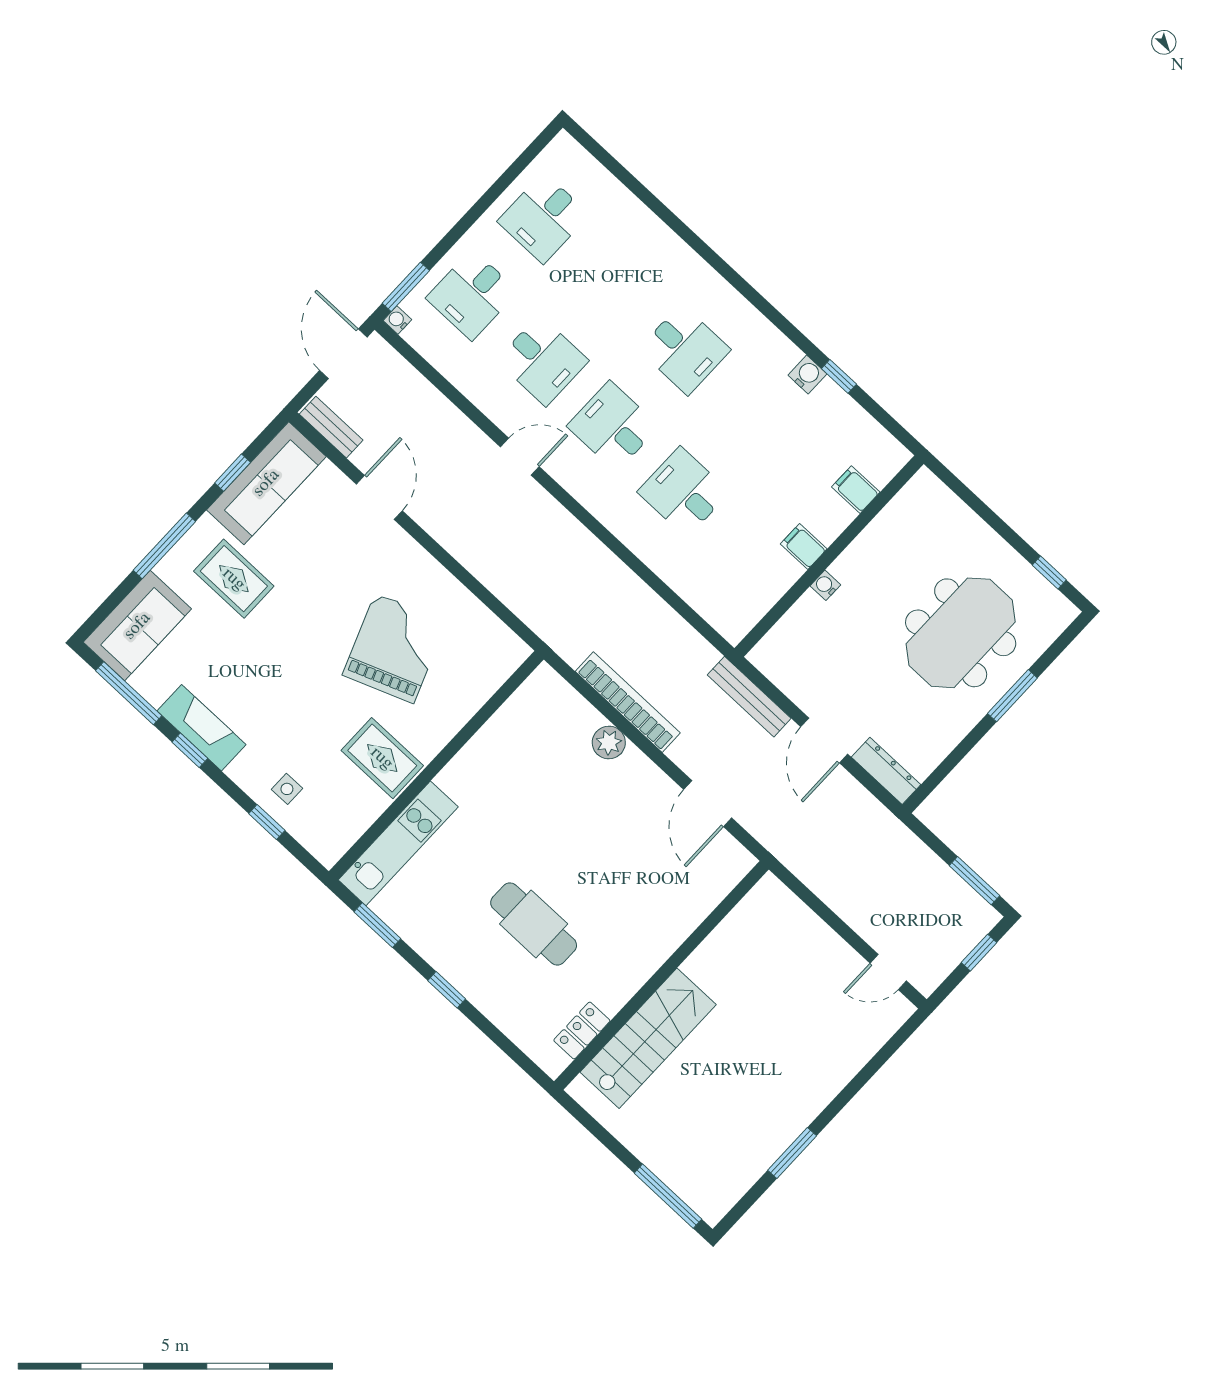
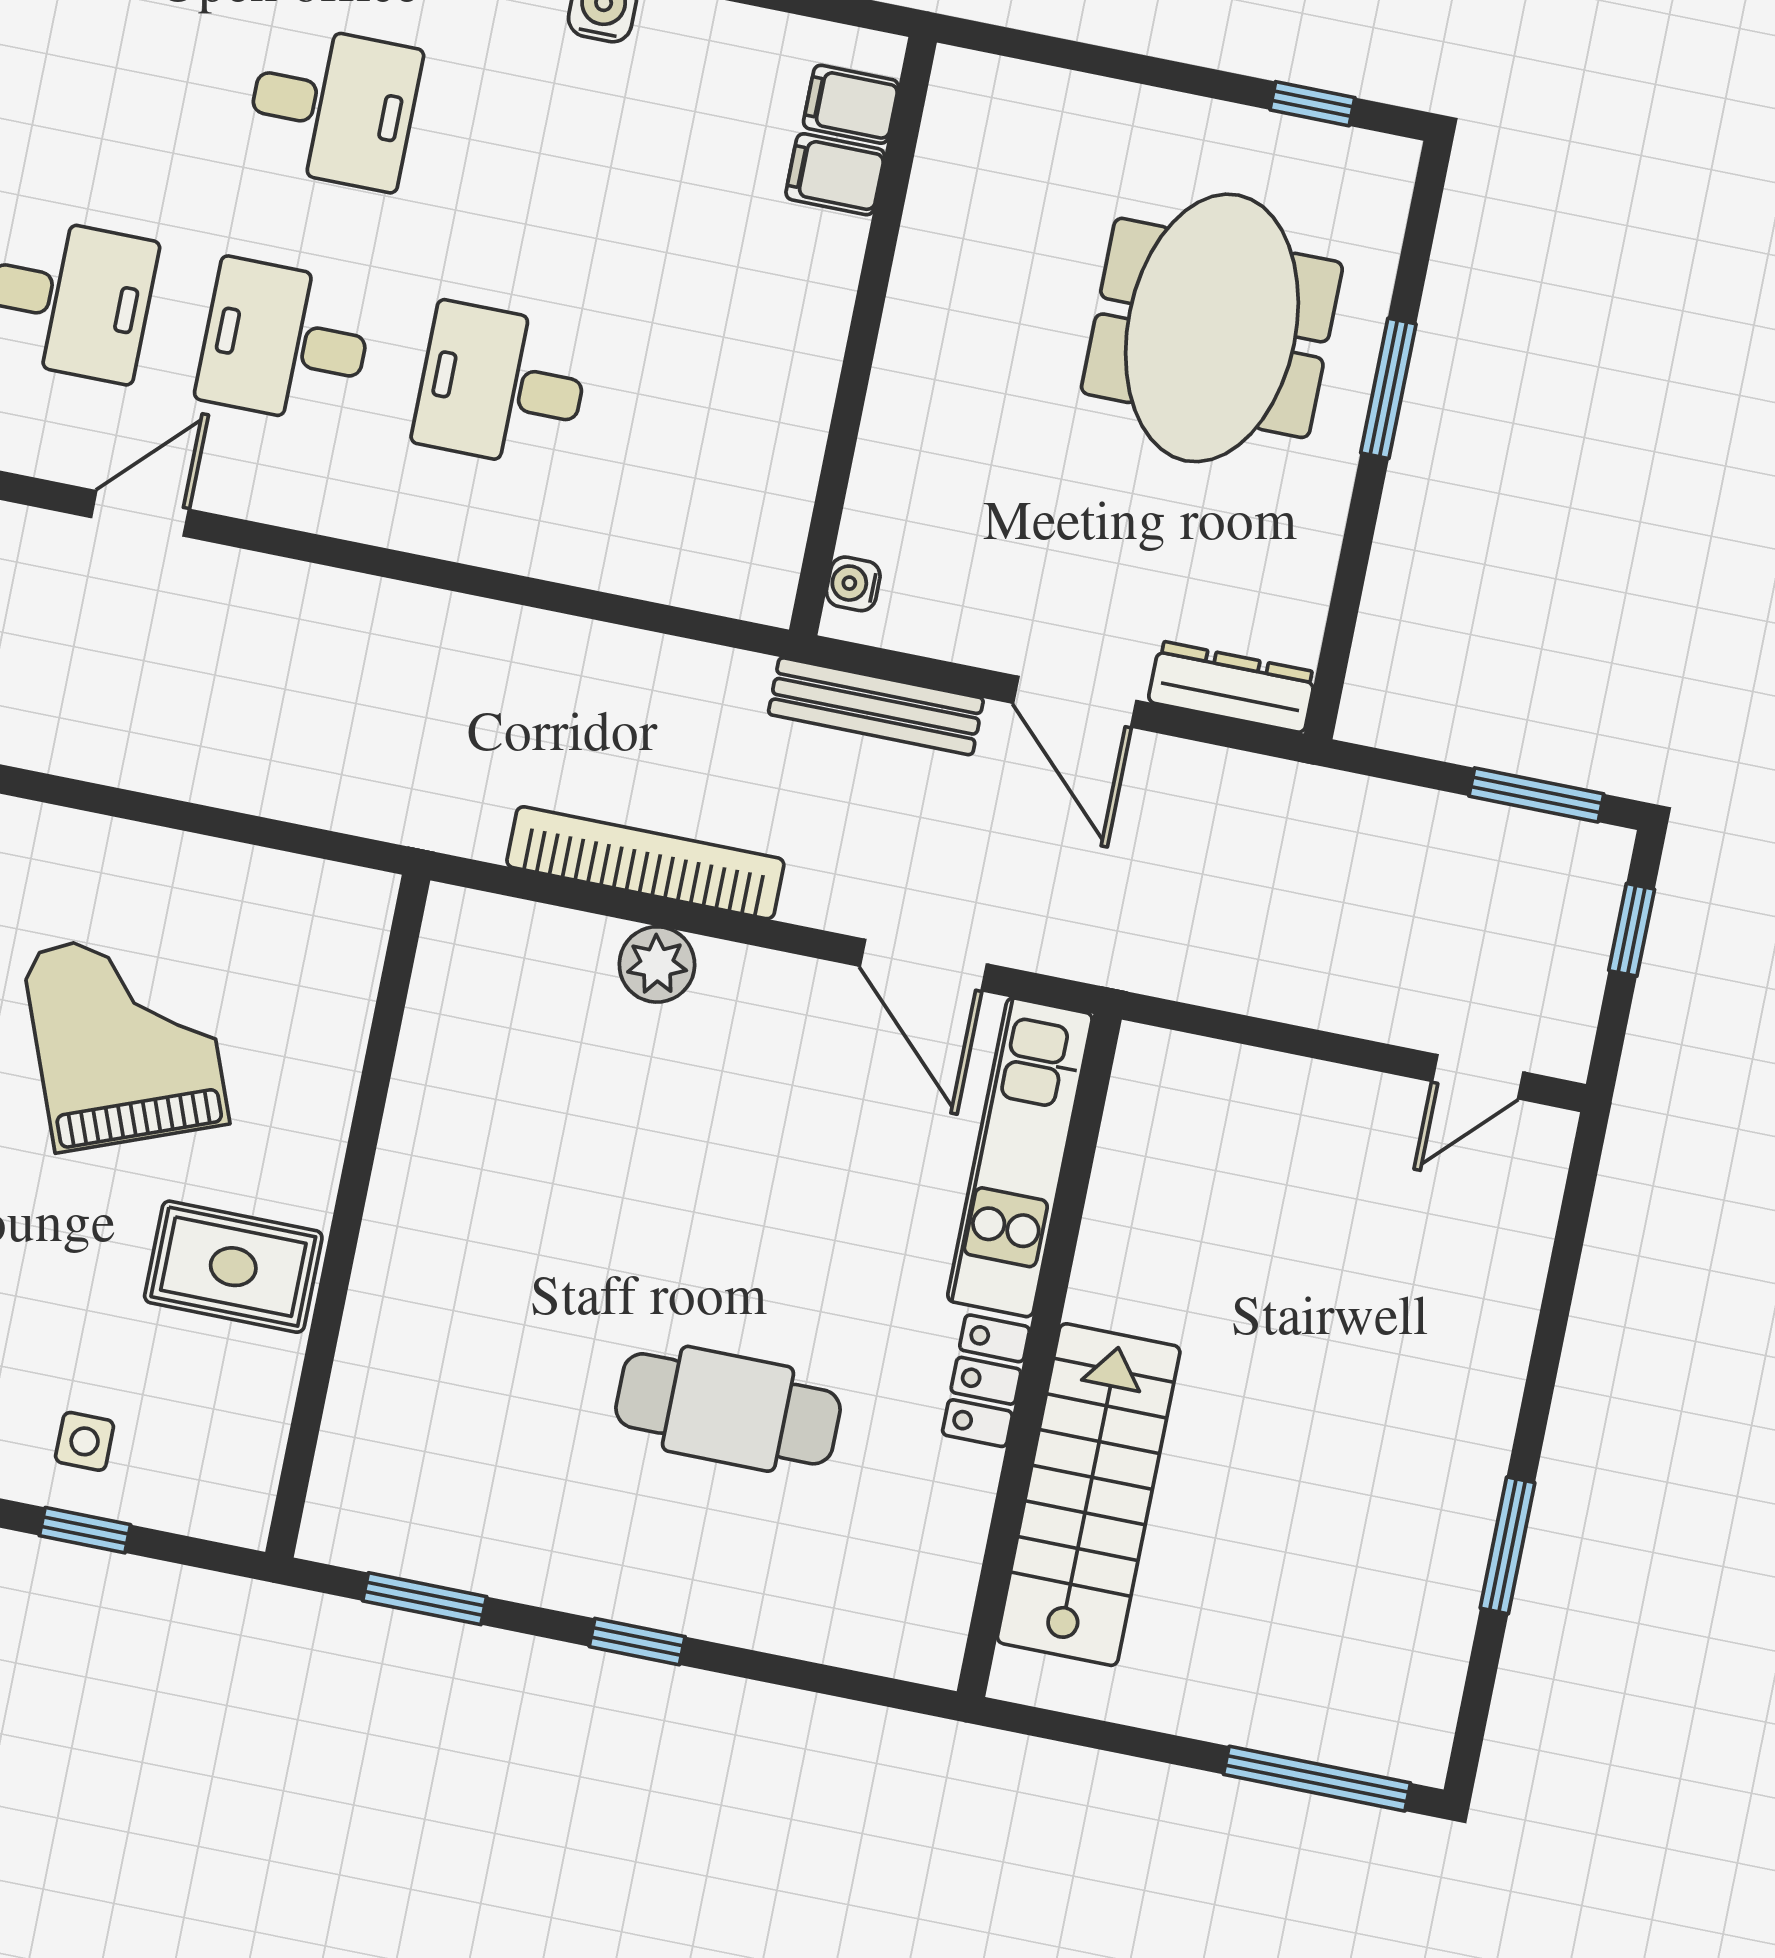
filing cabinet: (804, 546) -> (851, 104), moved
water cooler: (825, 585) -> (853, 584), moved
kitchen unit: (398, 843) -> (1020, 1157), moved, turned 180
locker: (582, 1030) -> (986, 1381), moved

